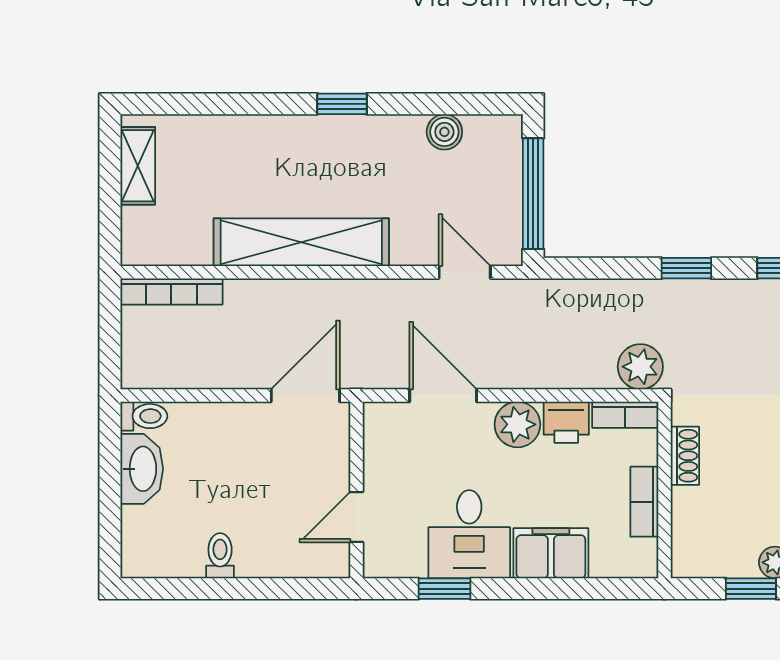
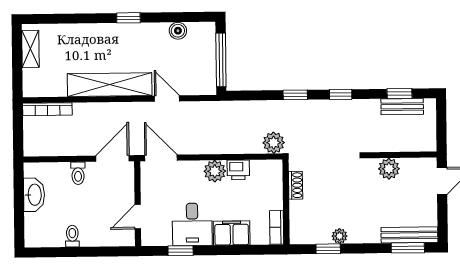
door: (465, 272) -> (167, 98), moved
door: (443, 395) -> (161, 158), moved
bookcase: (625, 415) -> (267, 166), removed
toilet: (144, 416) -> (78, 173), moved, turned 90
bookcase: (644, 502) -> (277, 227), moved

